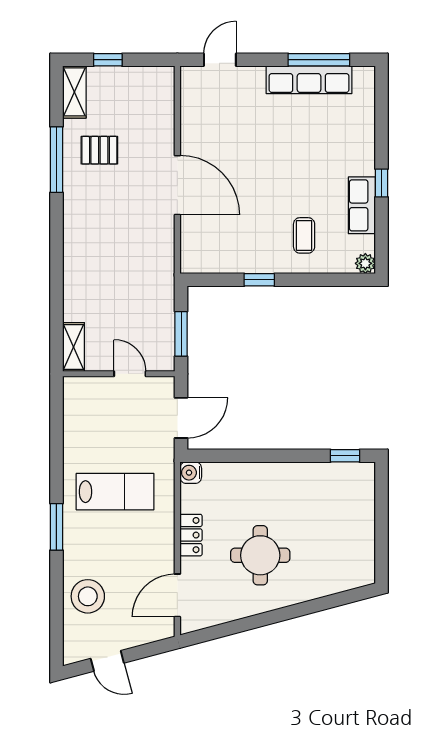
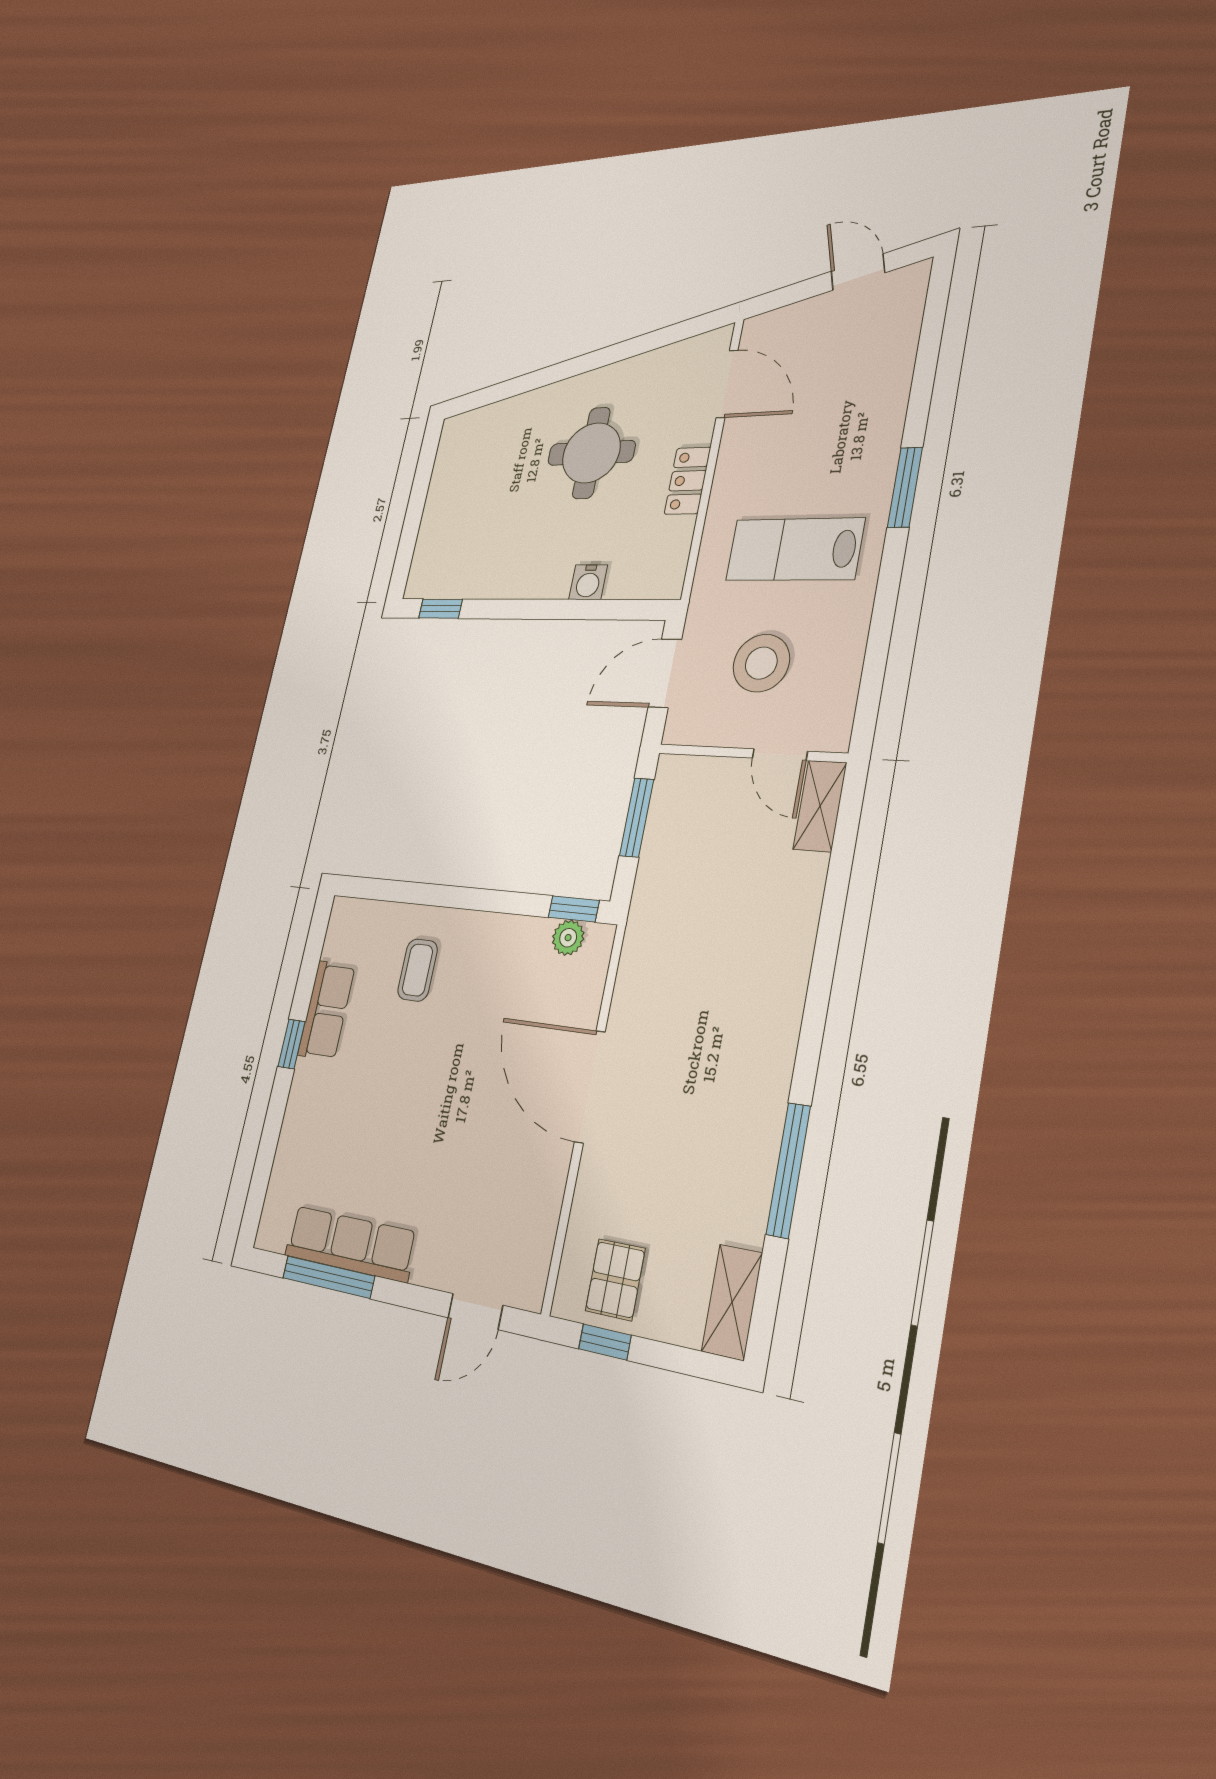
window: (108, 60) -> (605, 1342), moved
pallet: (99, 150) -> (615, 1280), moved, turned 90
plant: (365, 263) -> (568, 938), moved
window: (259, 280) -> (574, 909), moved
door: (130, 374) -> (780, 755), moved
water cooler: (191, 473) -> (588, 582), moved, turned 90
door: (177, 595) -> (727, 384), hinge flipped
stool: (88, 596) -> (761, 663), moved

